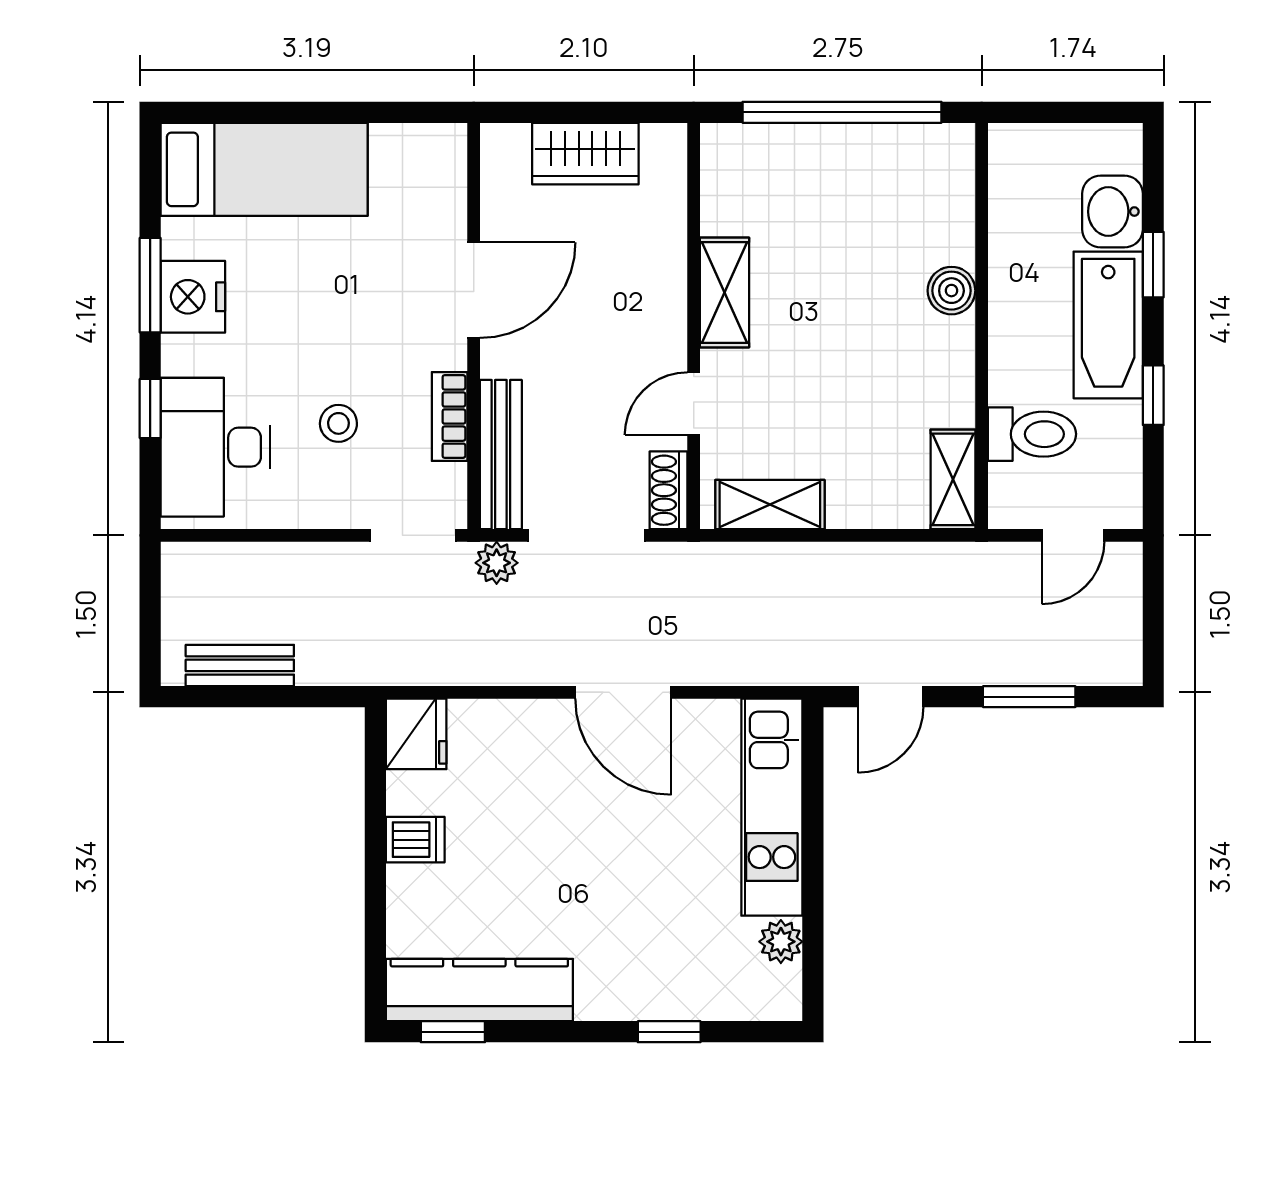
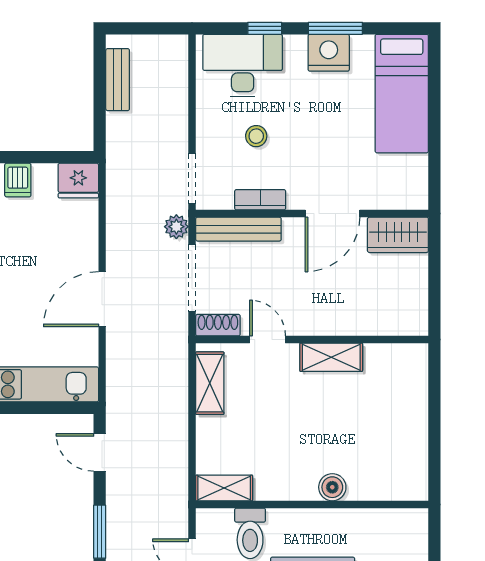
window: (842, 112) -> (434, 425), removed
wardrobe: (585, 154) -> (398, 235), moved, turned -90
door: (474, 290) -> (333, 214), hinge flipped

